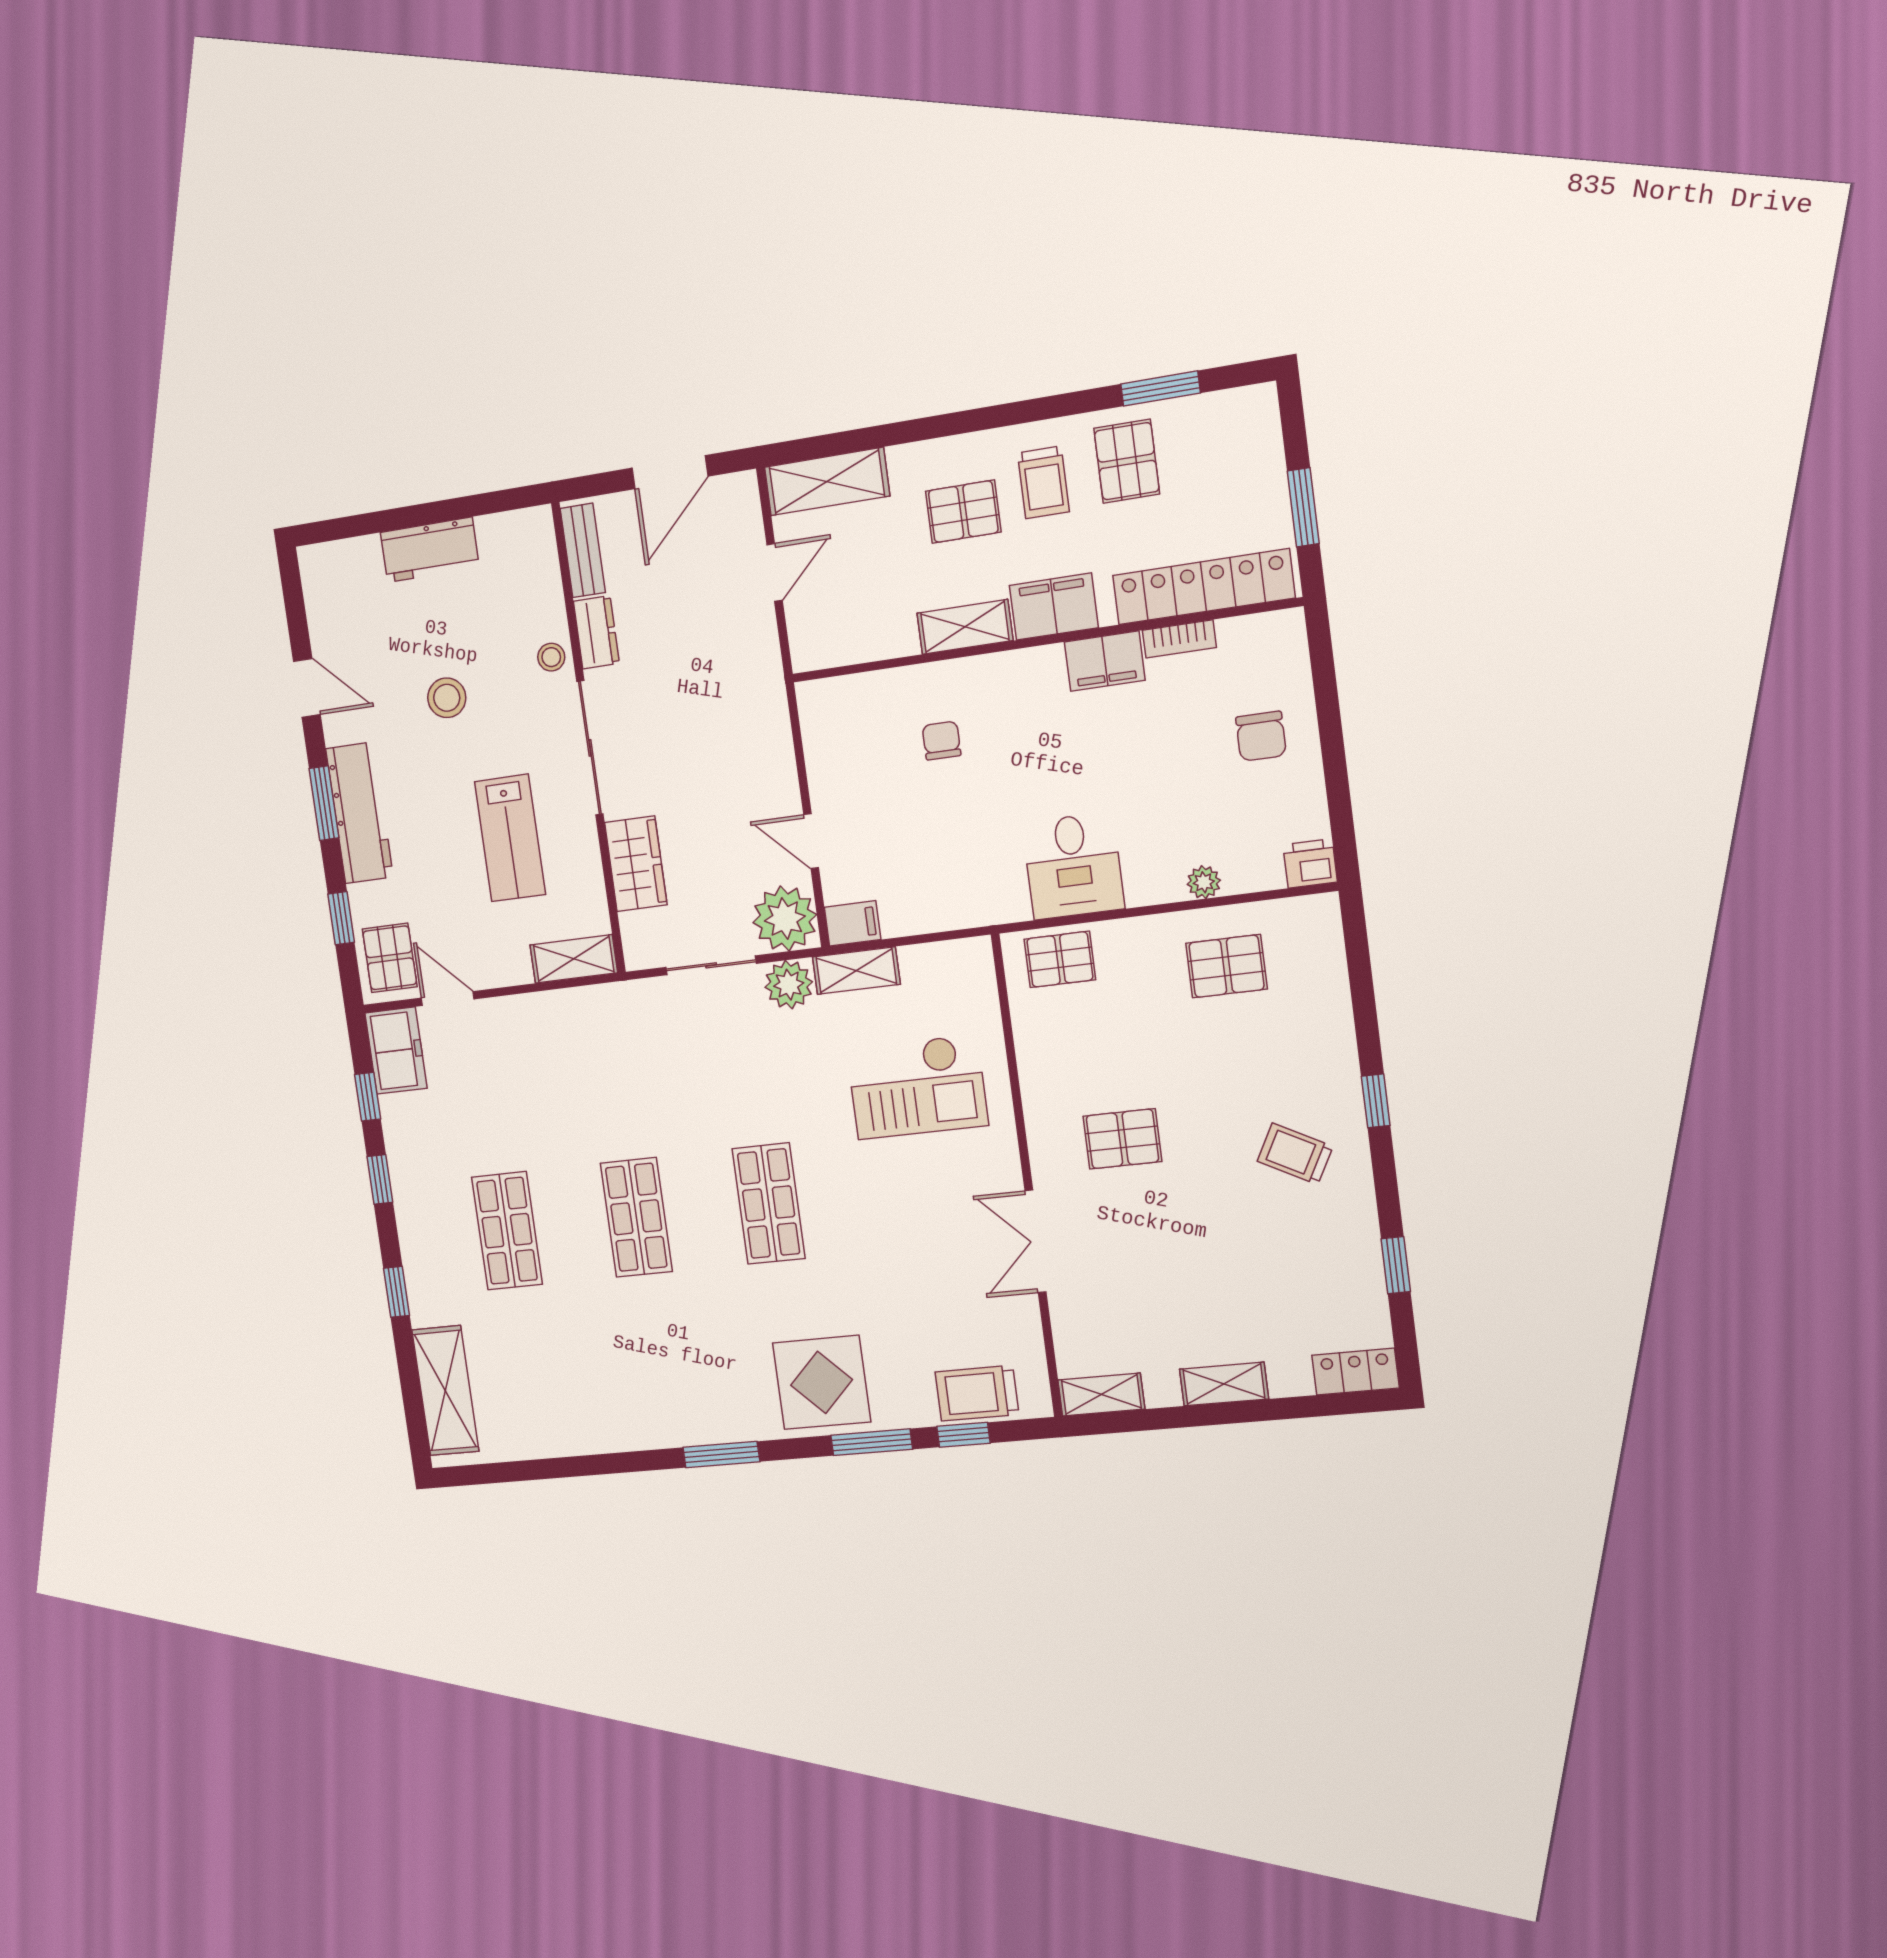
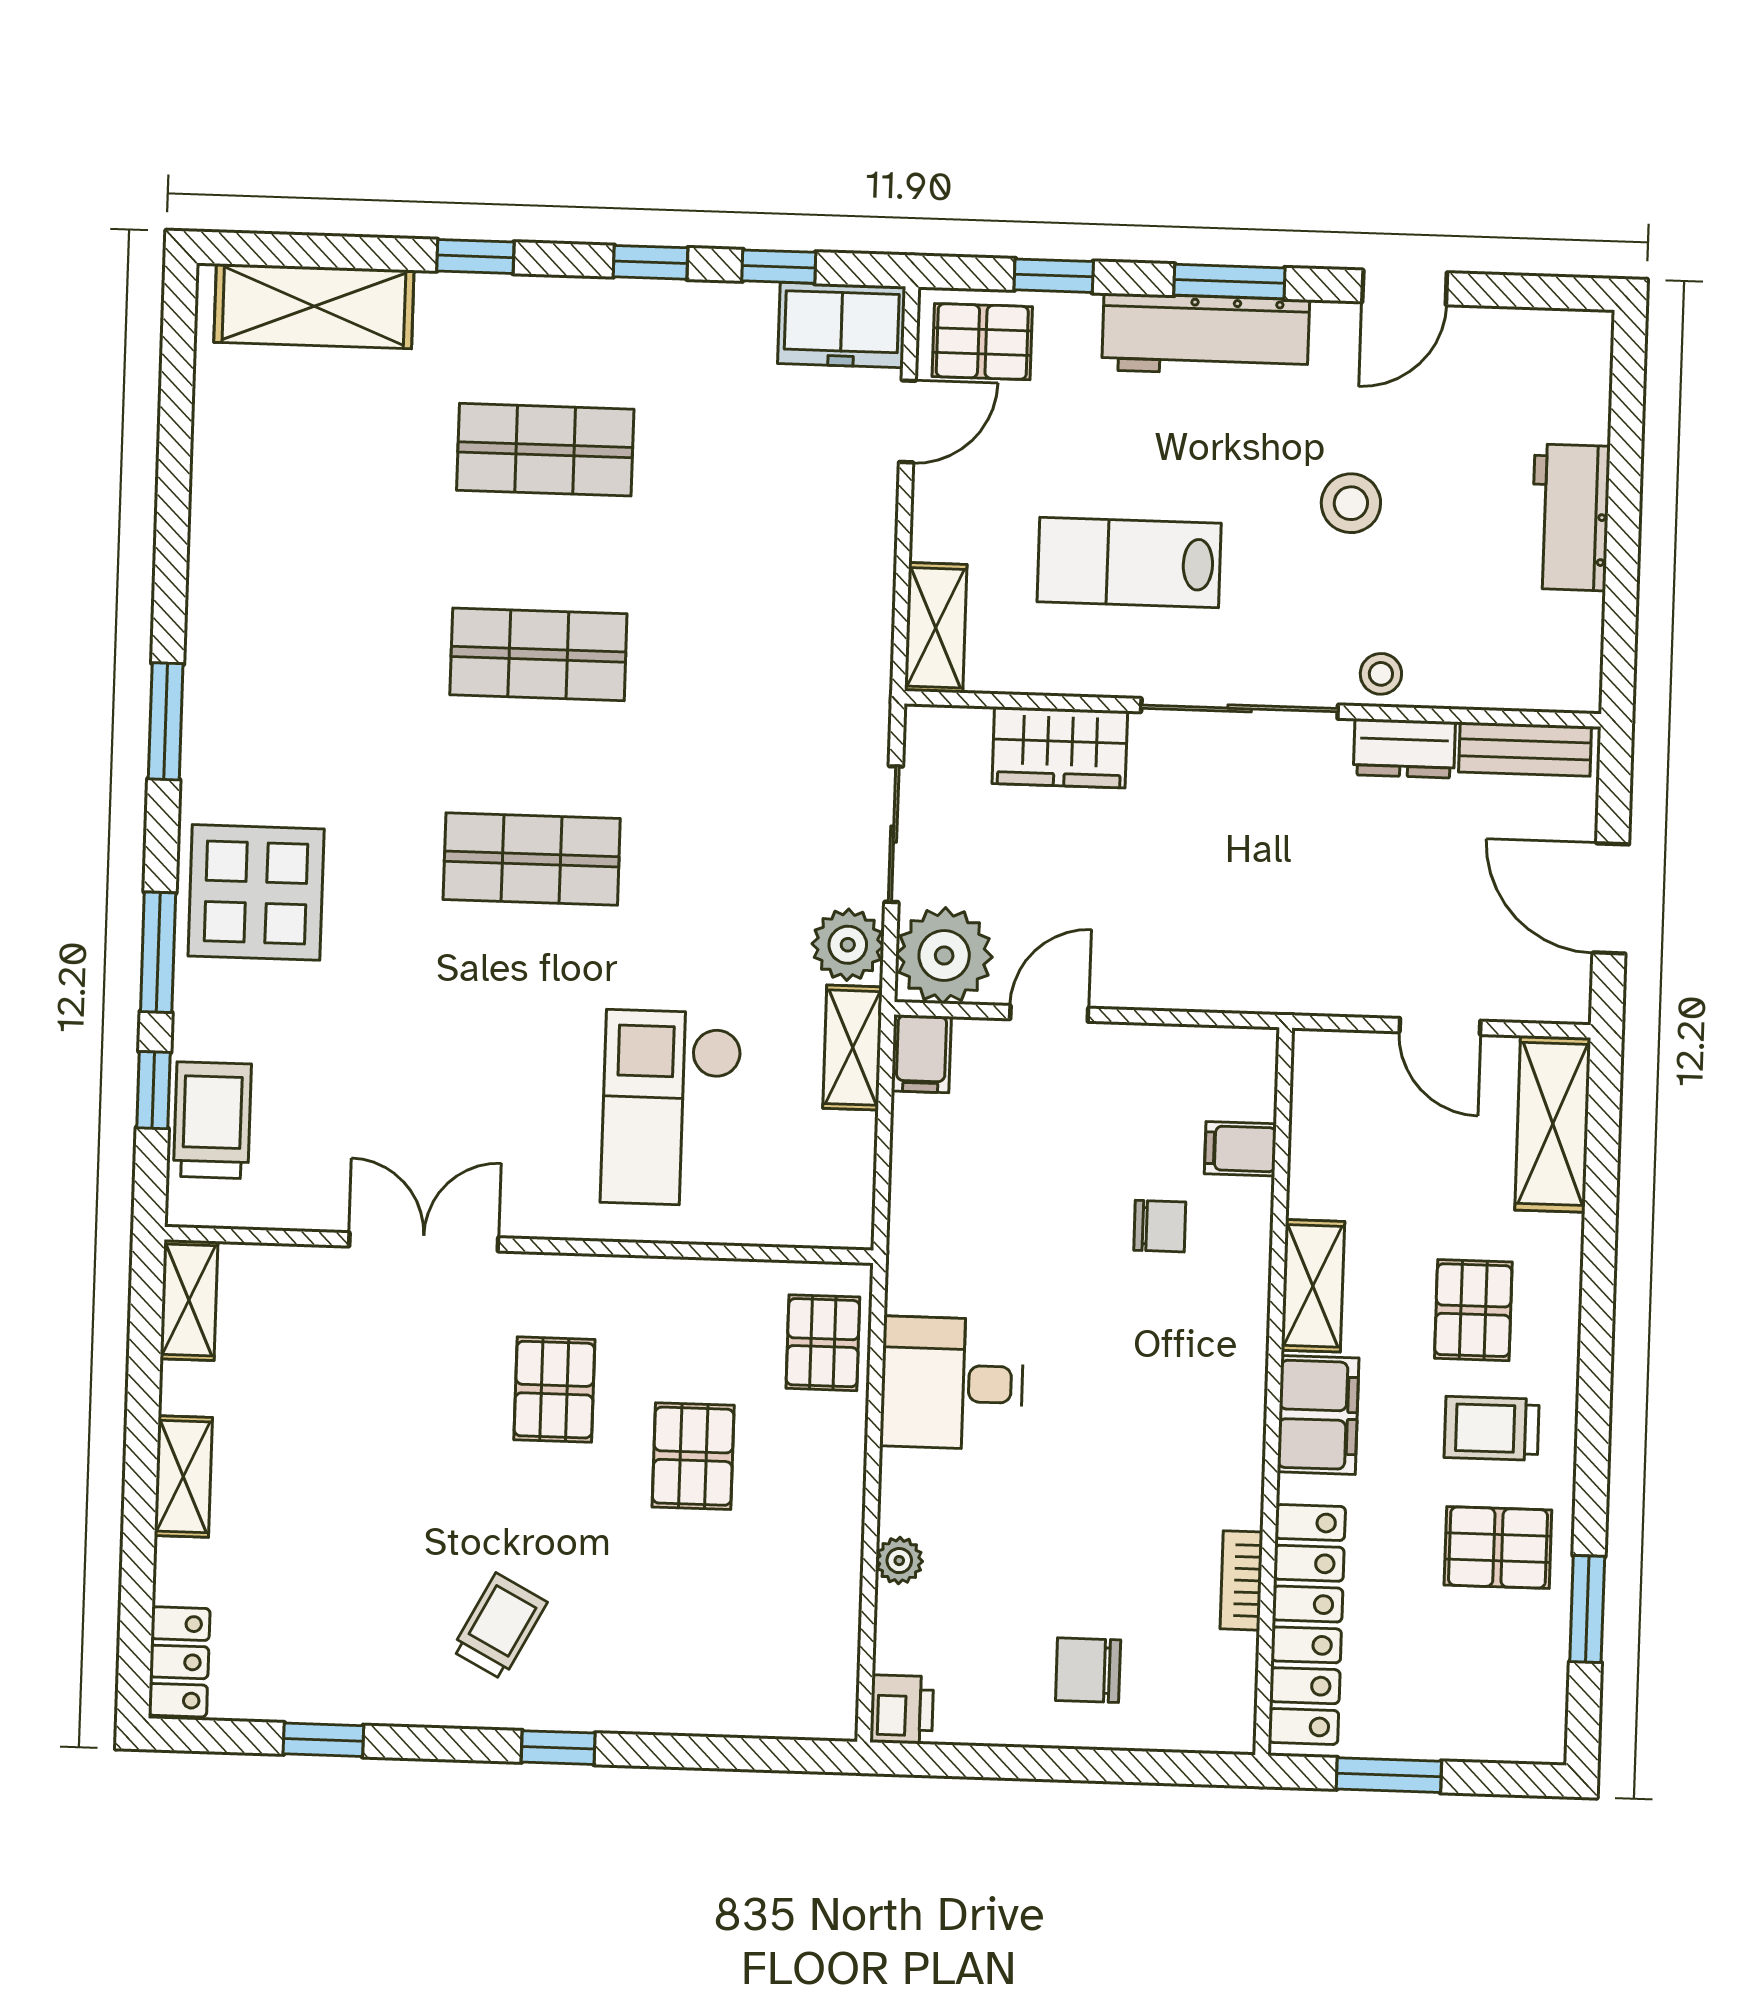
filing cabinet: (1105, 661) -> (1240, 1149), moved, width x0.50
pallet: (1226, 966) -> (693, 1456), moved

